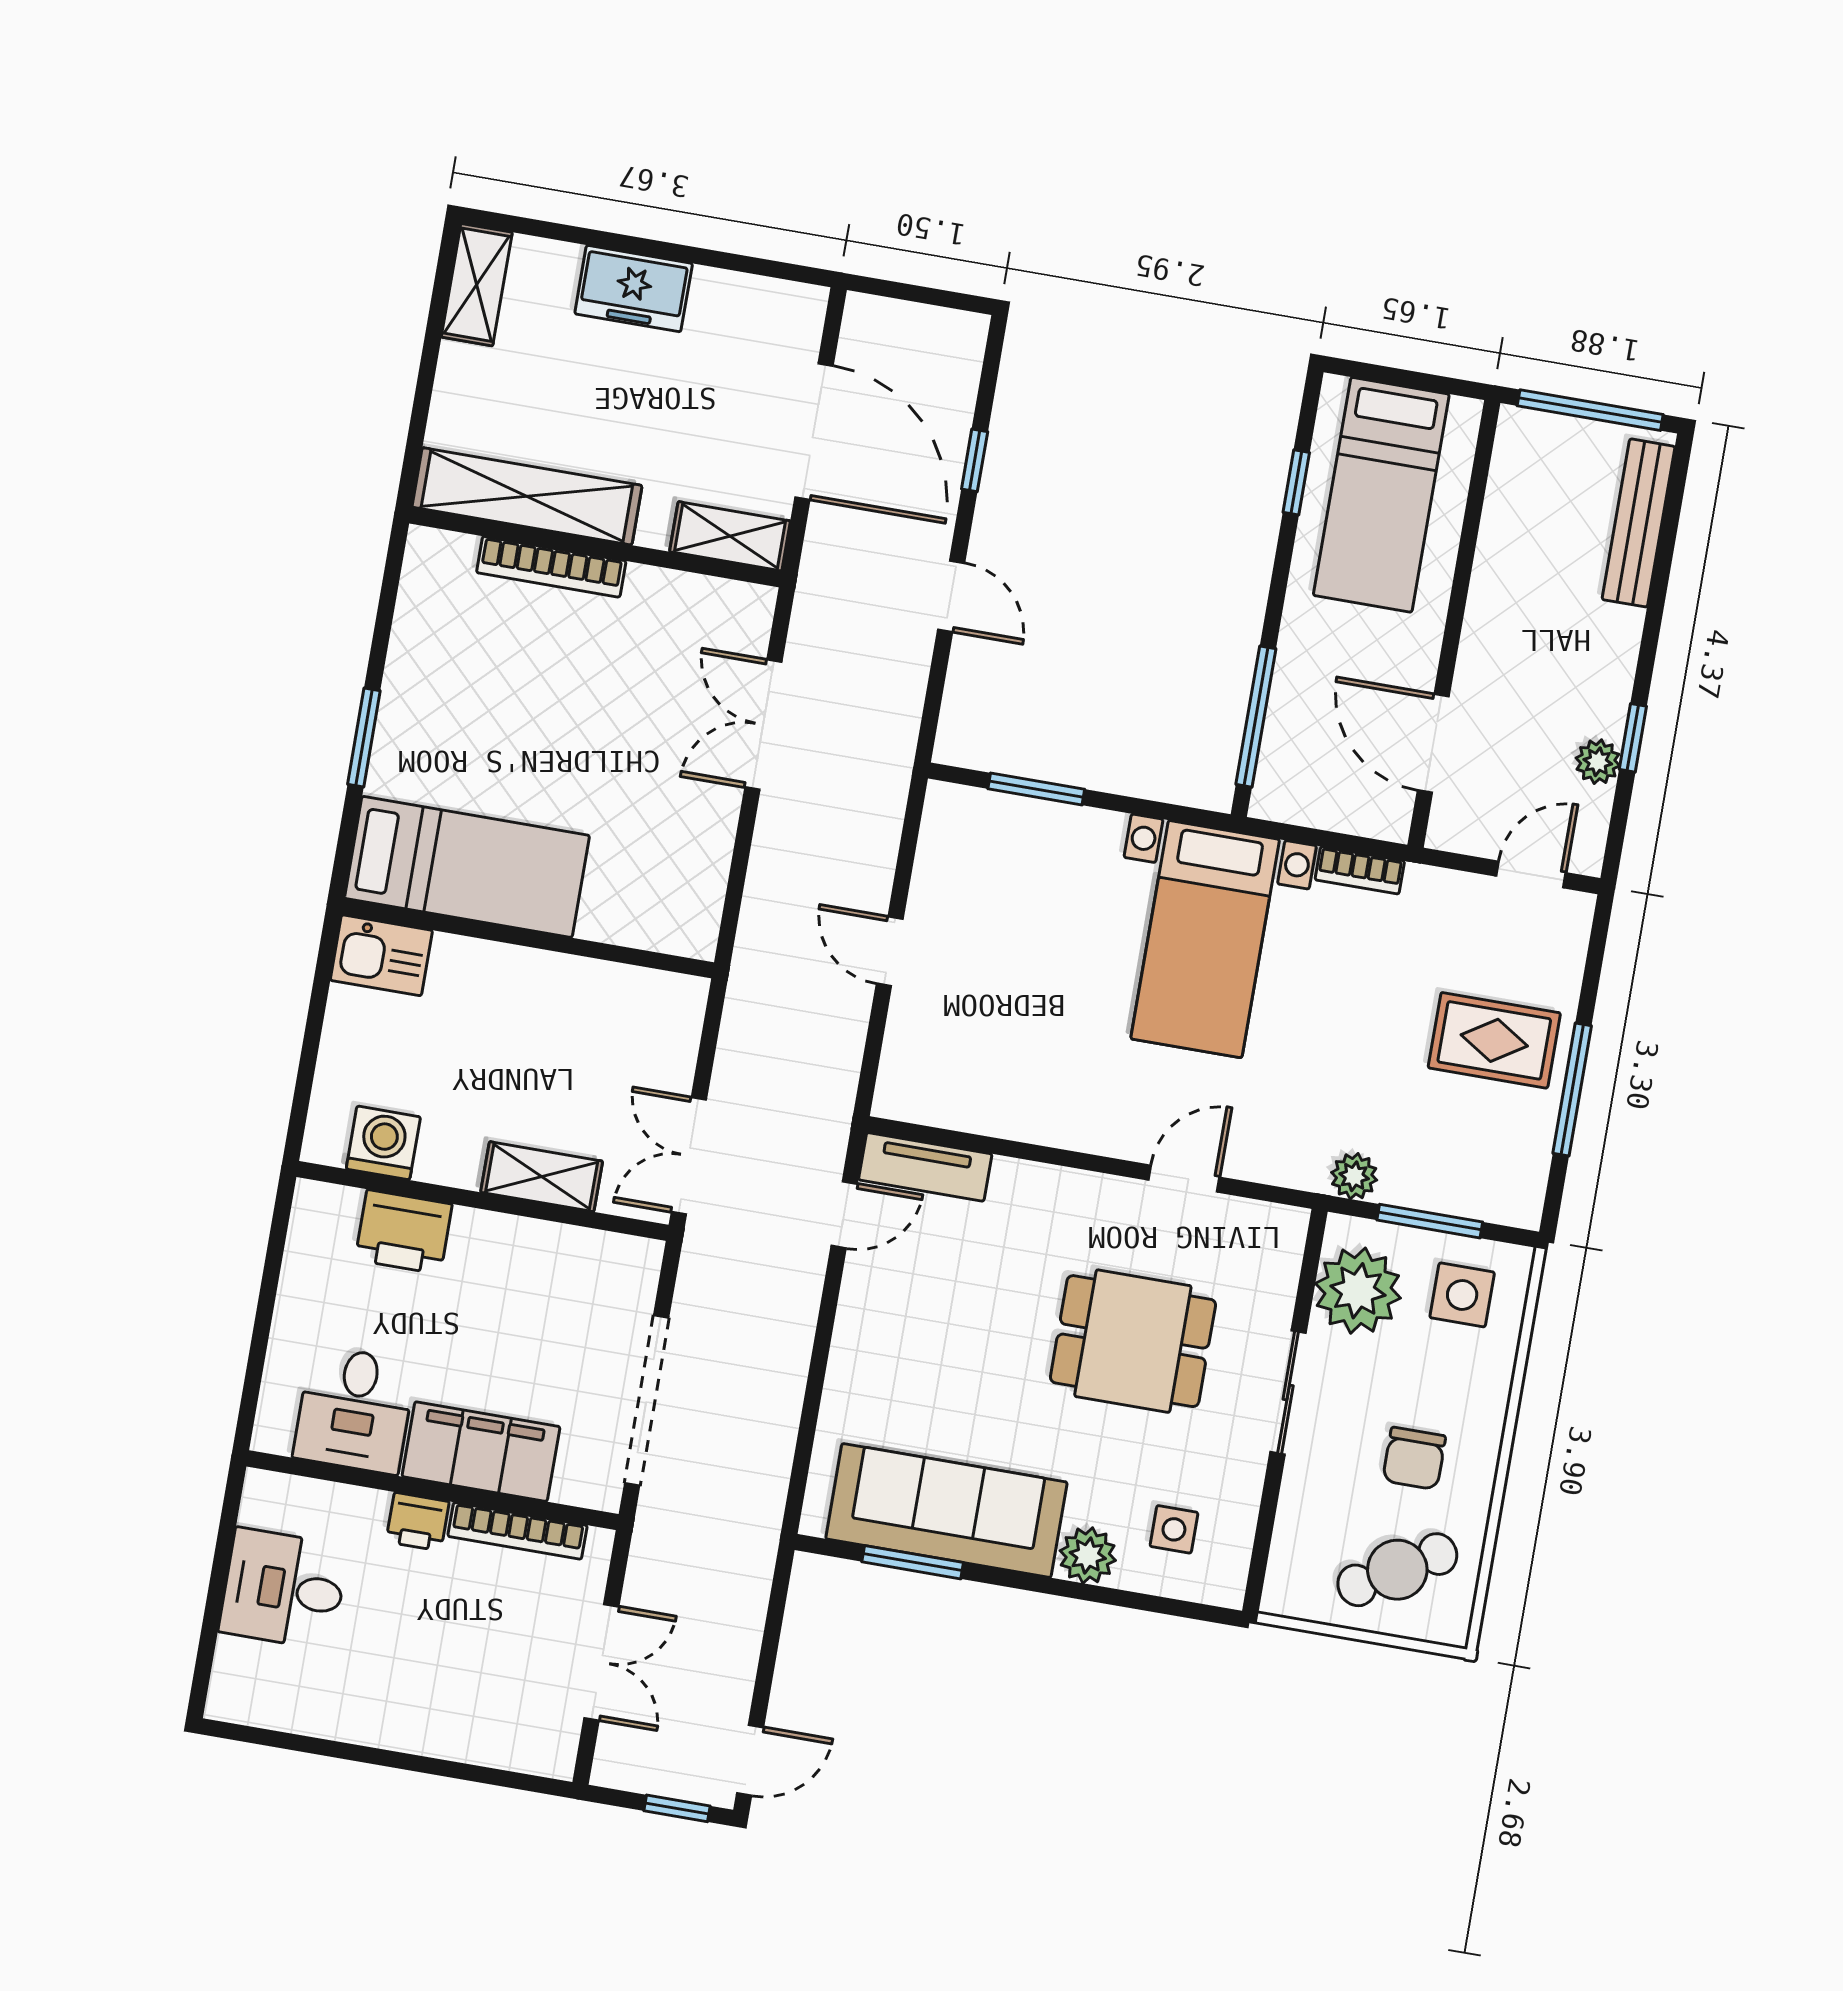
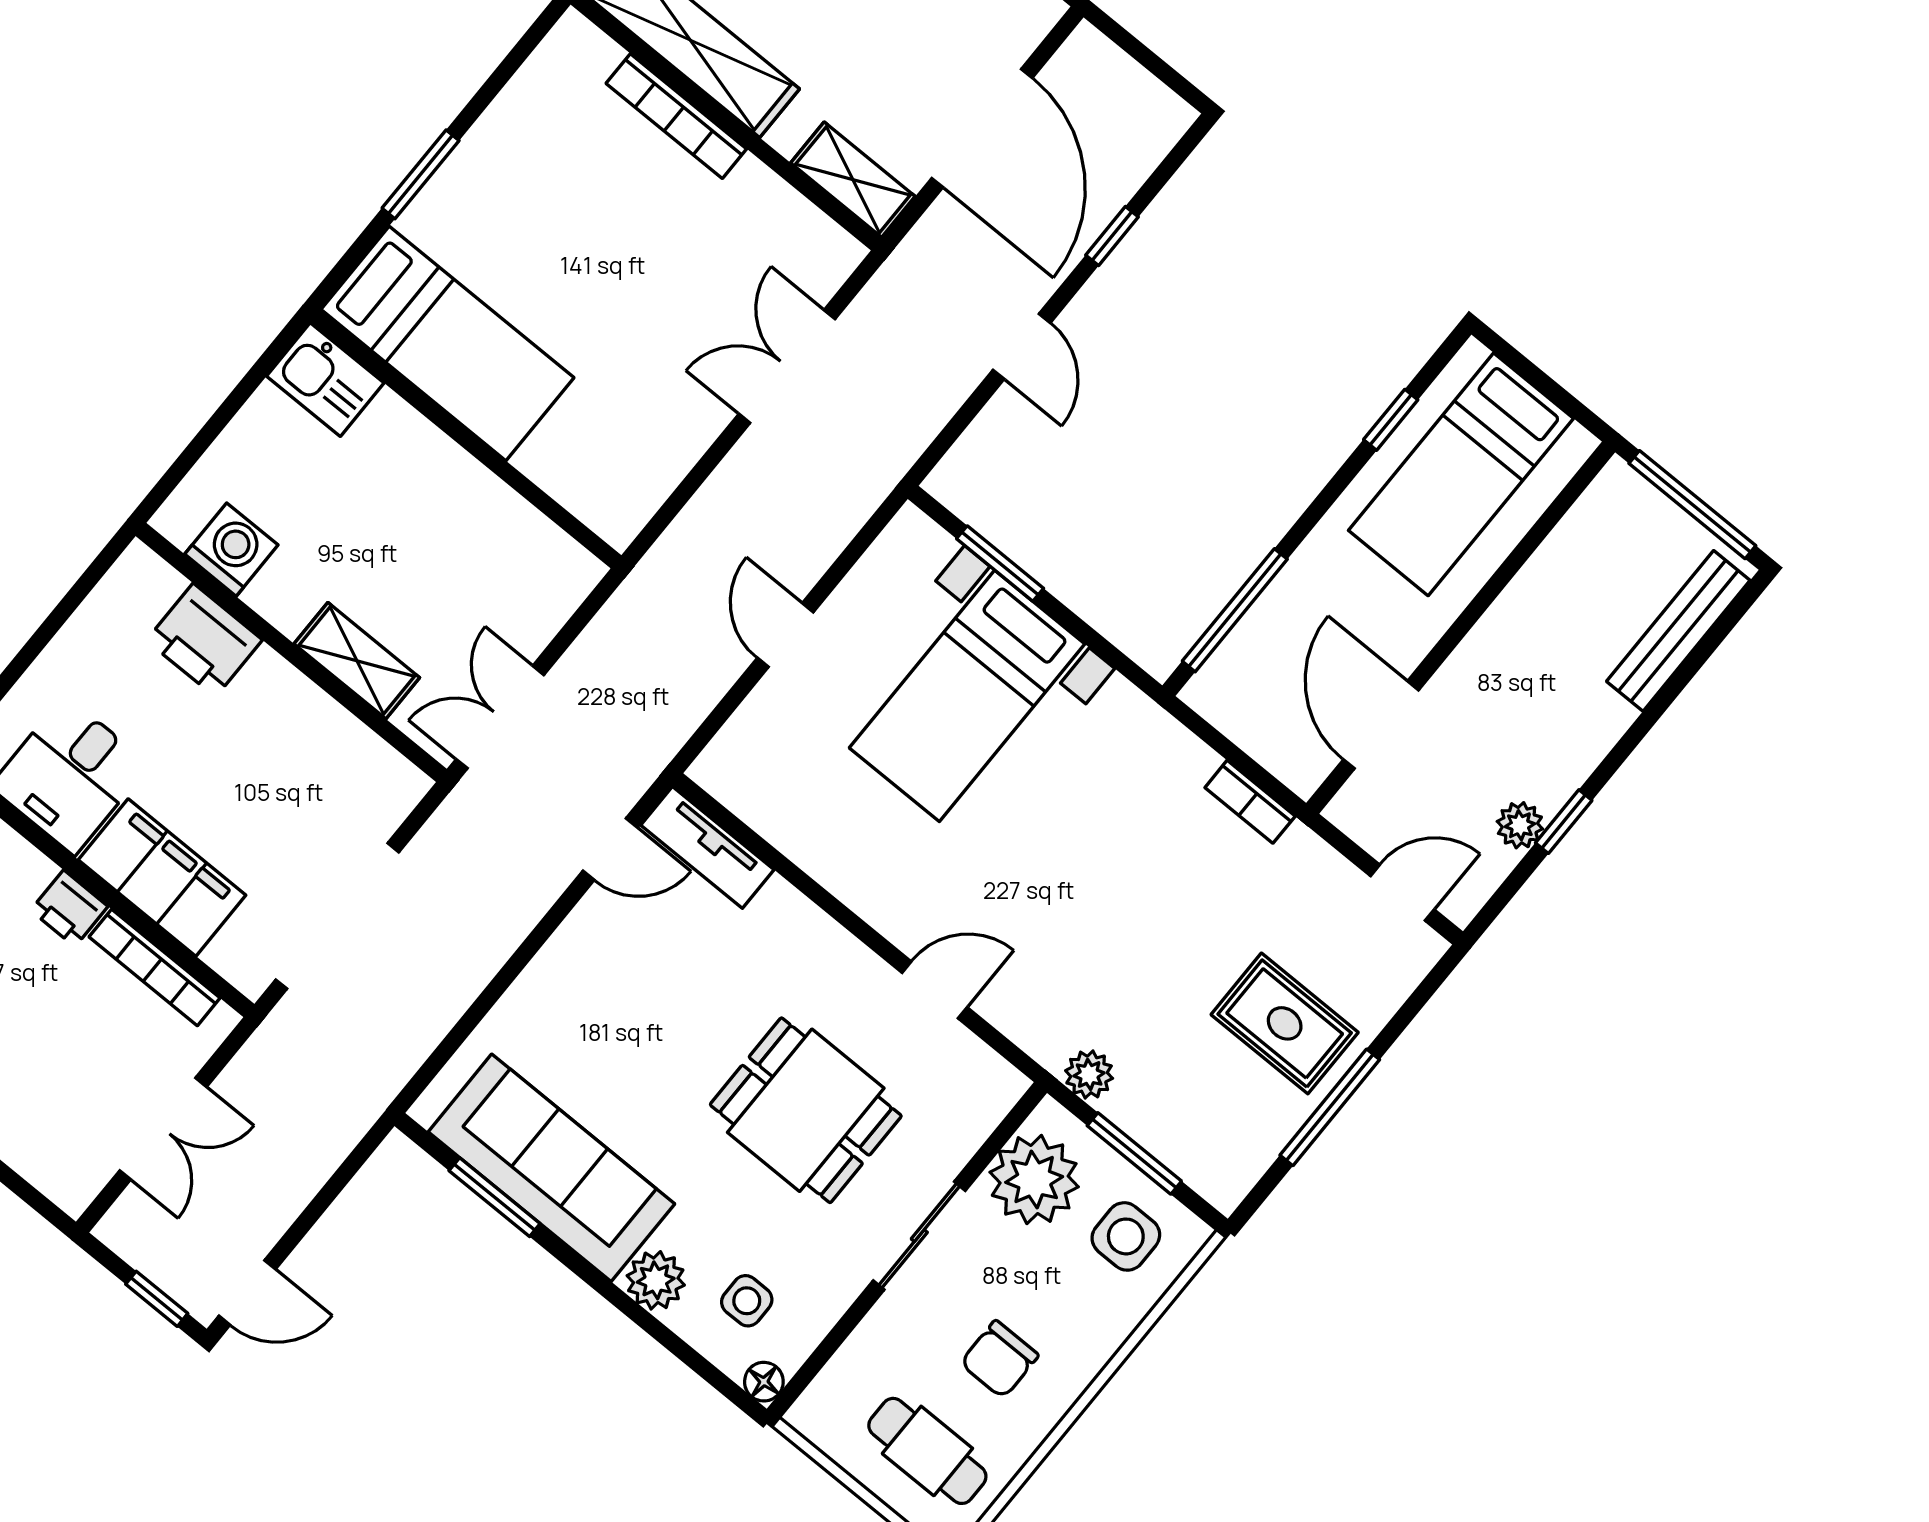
bed with nightstands: (1205, 939) -> (967, 696), moved
cafe table: (1397, 1570) -> (927, 1451), turned 31
floor lamp: (1227, 1589) -> (764, 1382), added

